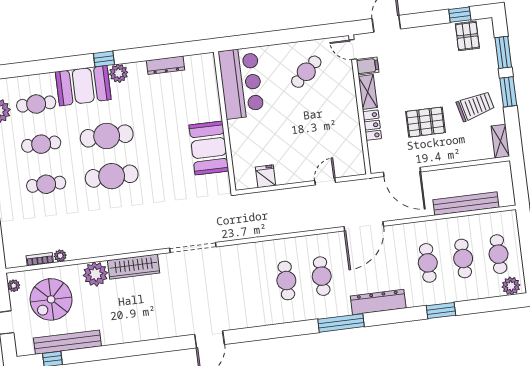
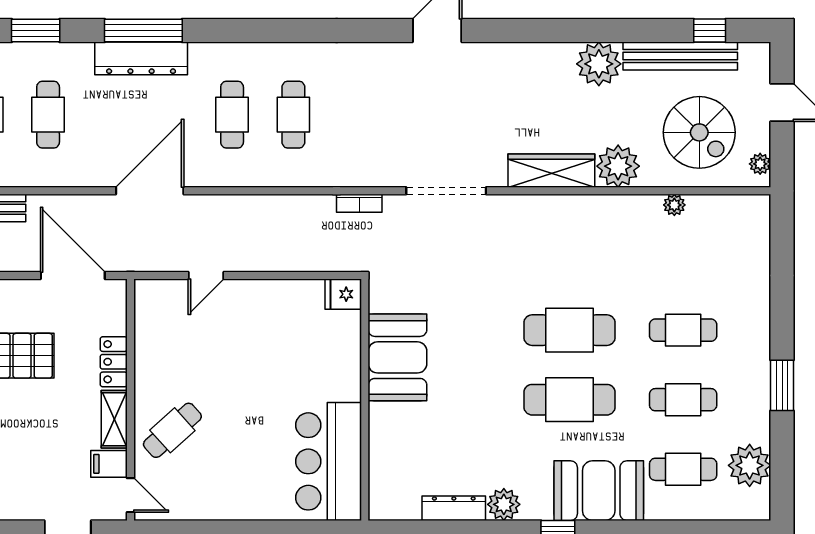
cafe table: (306, 72) -> (172, 430), moved
plant: (119, 73) -> (504, 504), moved
fridge: (266, 176) -> (343, 294), moved, turned 90
bookcase: (40, 259) -> (359, 203), moved
spiral stairs: (51, 299) -> (699, 132), turned 90
window: (341, 323) -> (143, 30), moved
plant: (114, 332) -> (599, 64), added

